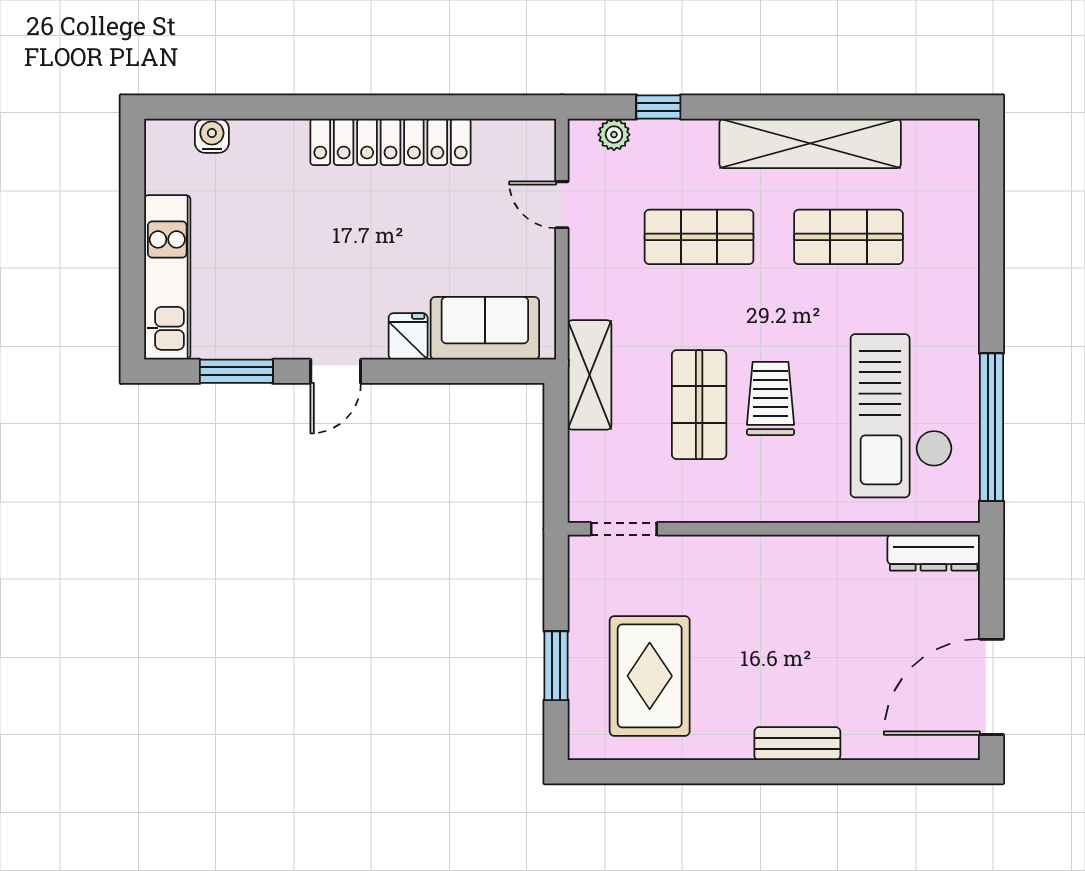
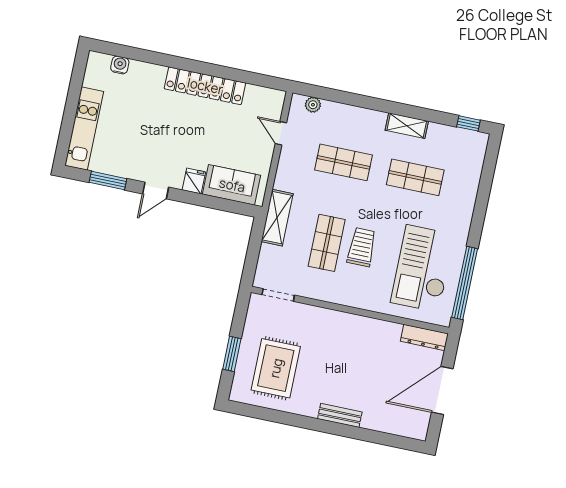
window: (658, 107) -> (468, 123), moved
shelving: (810, 143) -> (407, 126), width x0.45, depth x0.75
door: (991, 687) -> (442, 391), moved

